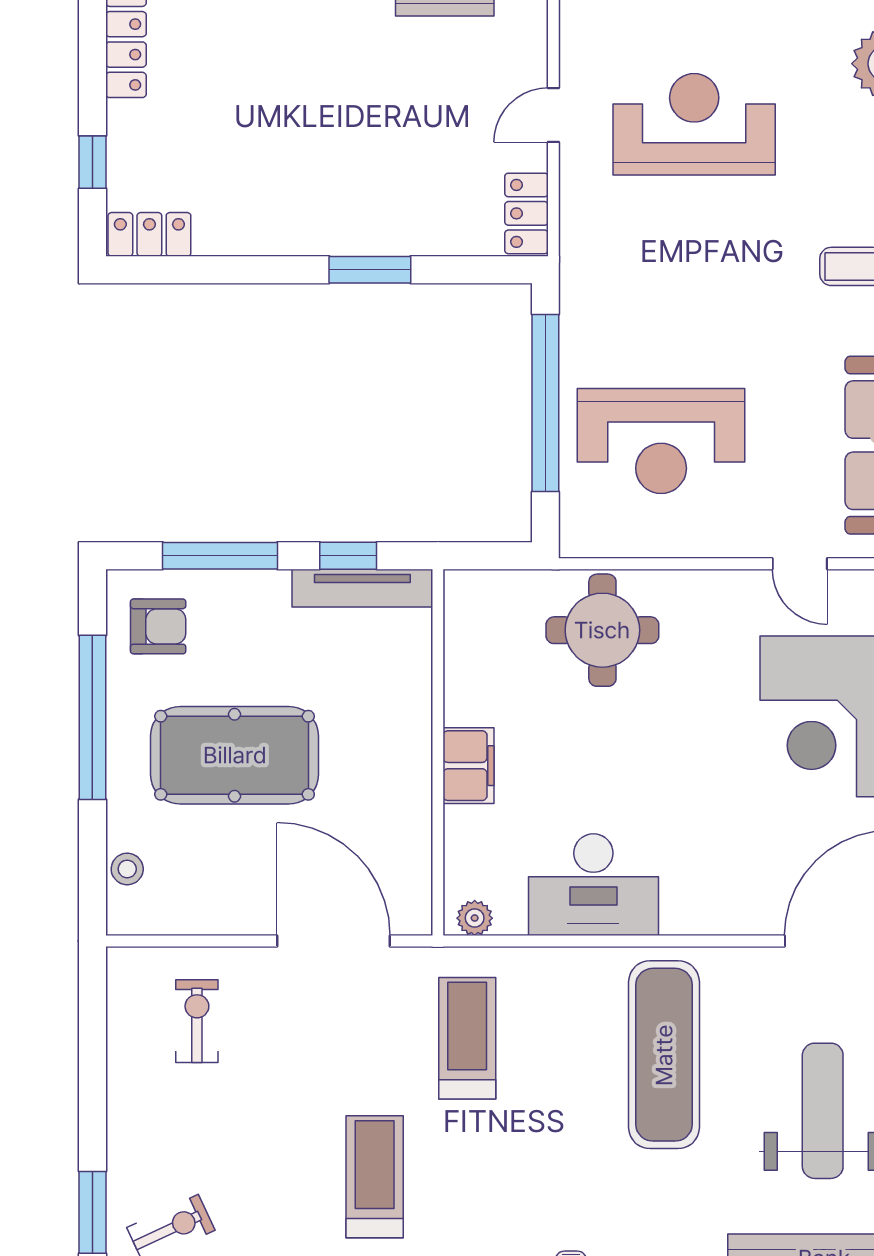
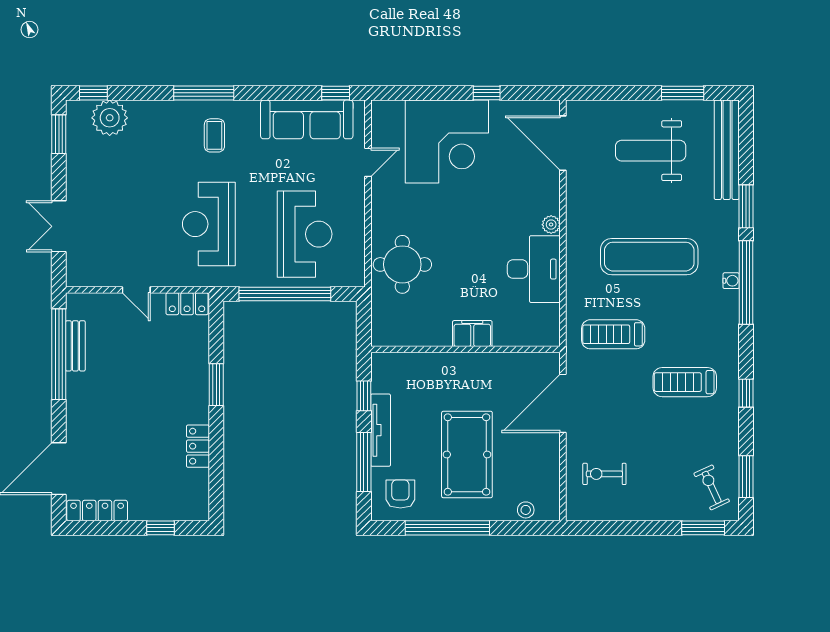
reception desk: (694, 124) -> (209, 224), moved
locker: (149, 234) -> (198, 446), moved
tv unit: (362, 588) -> (381, 430), moved
plant: (475, 918) -> (551, 225), moved
exercise mat: (664, 1055) -> (649, 257), moved

